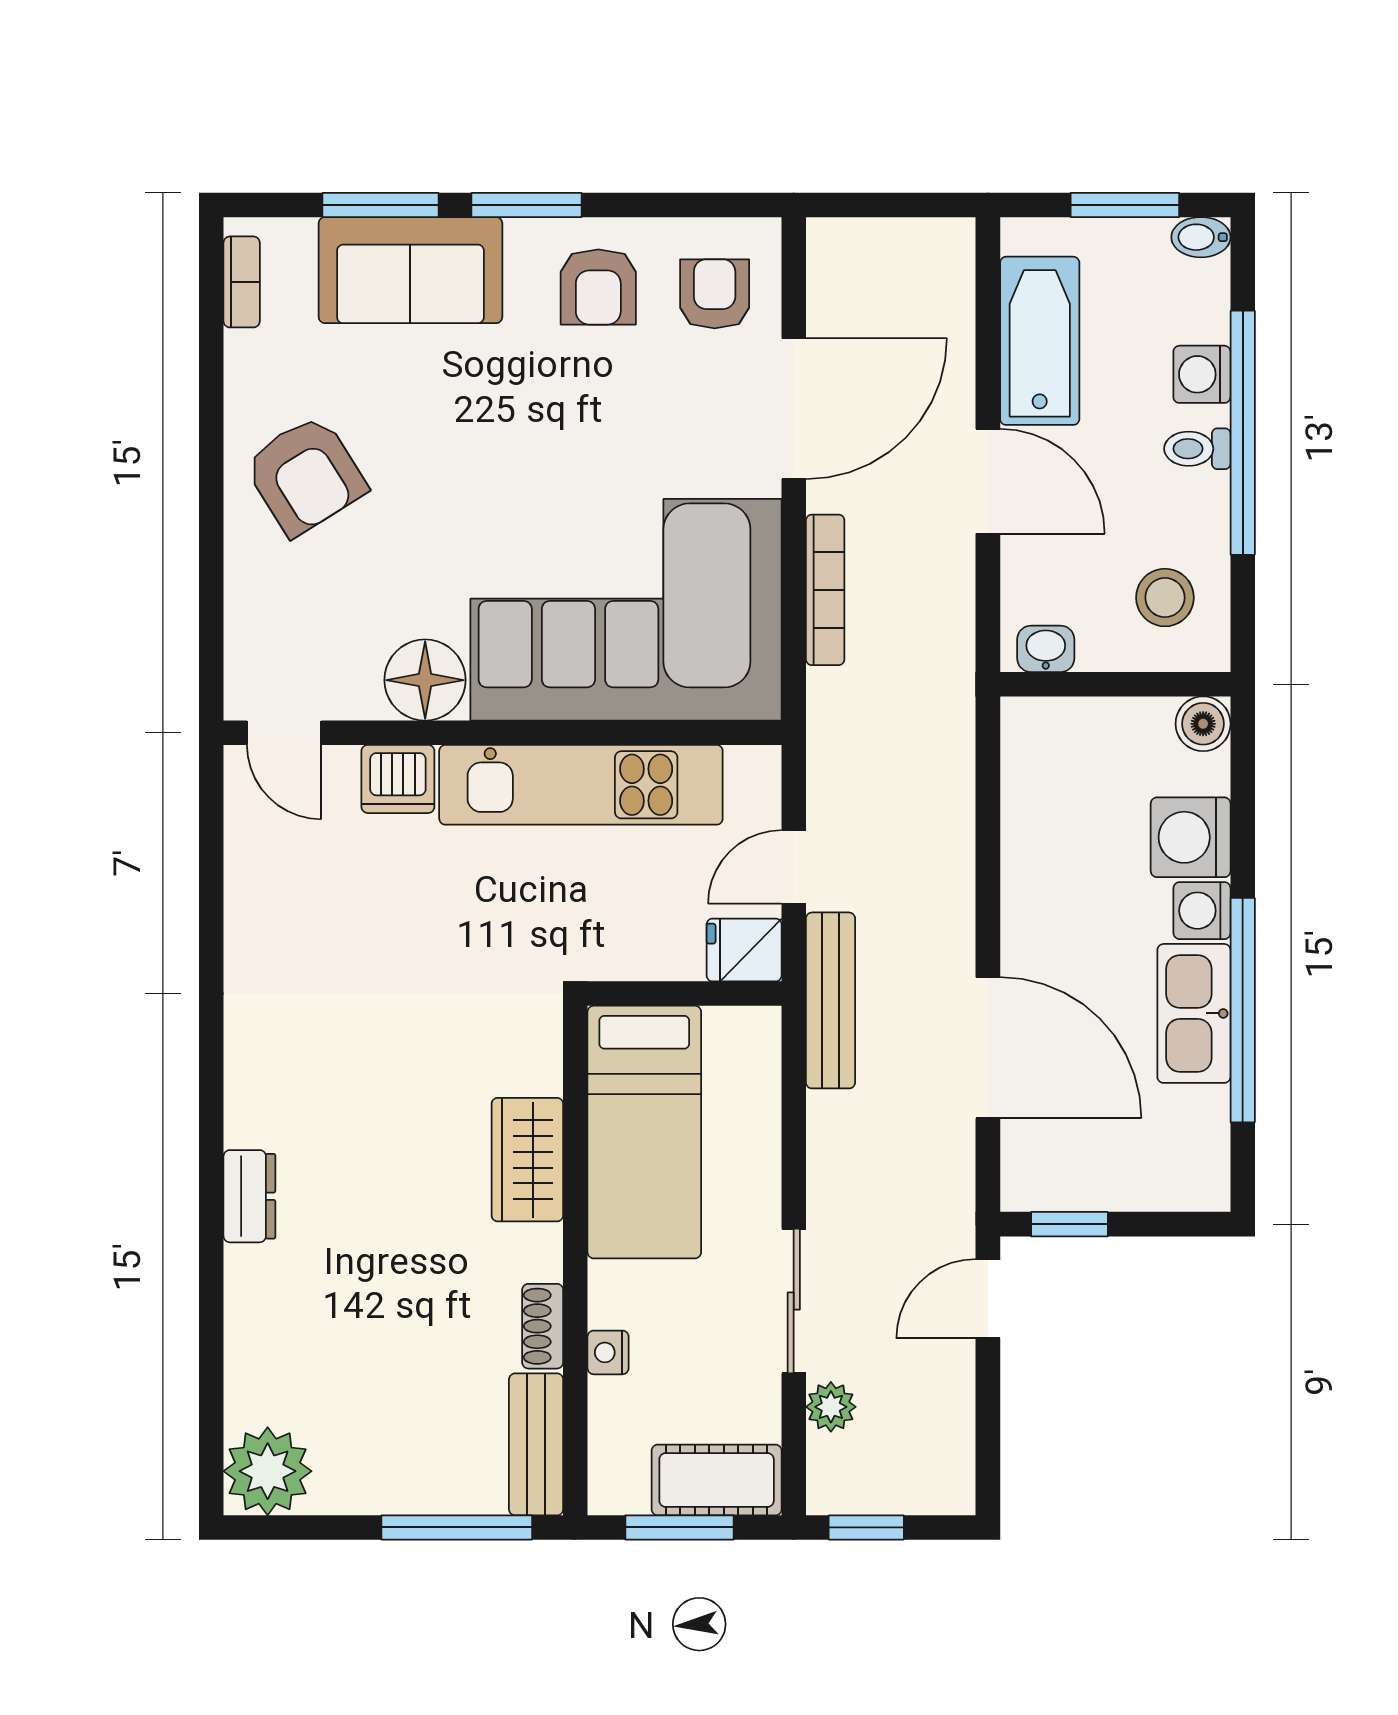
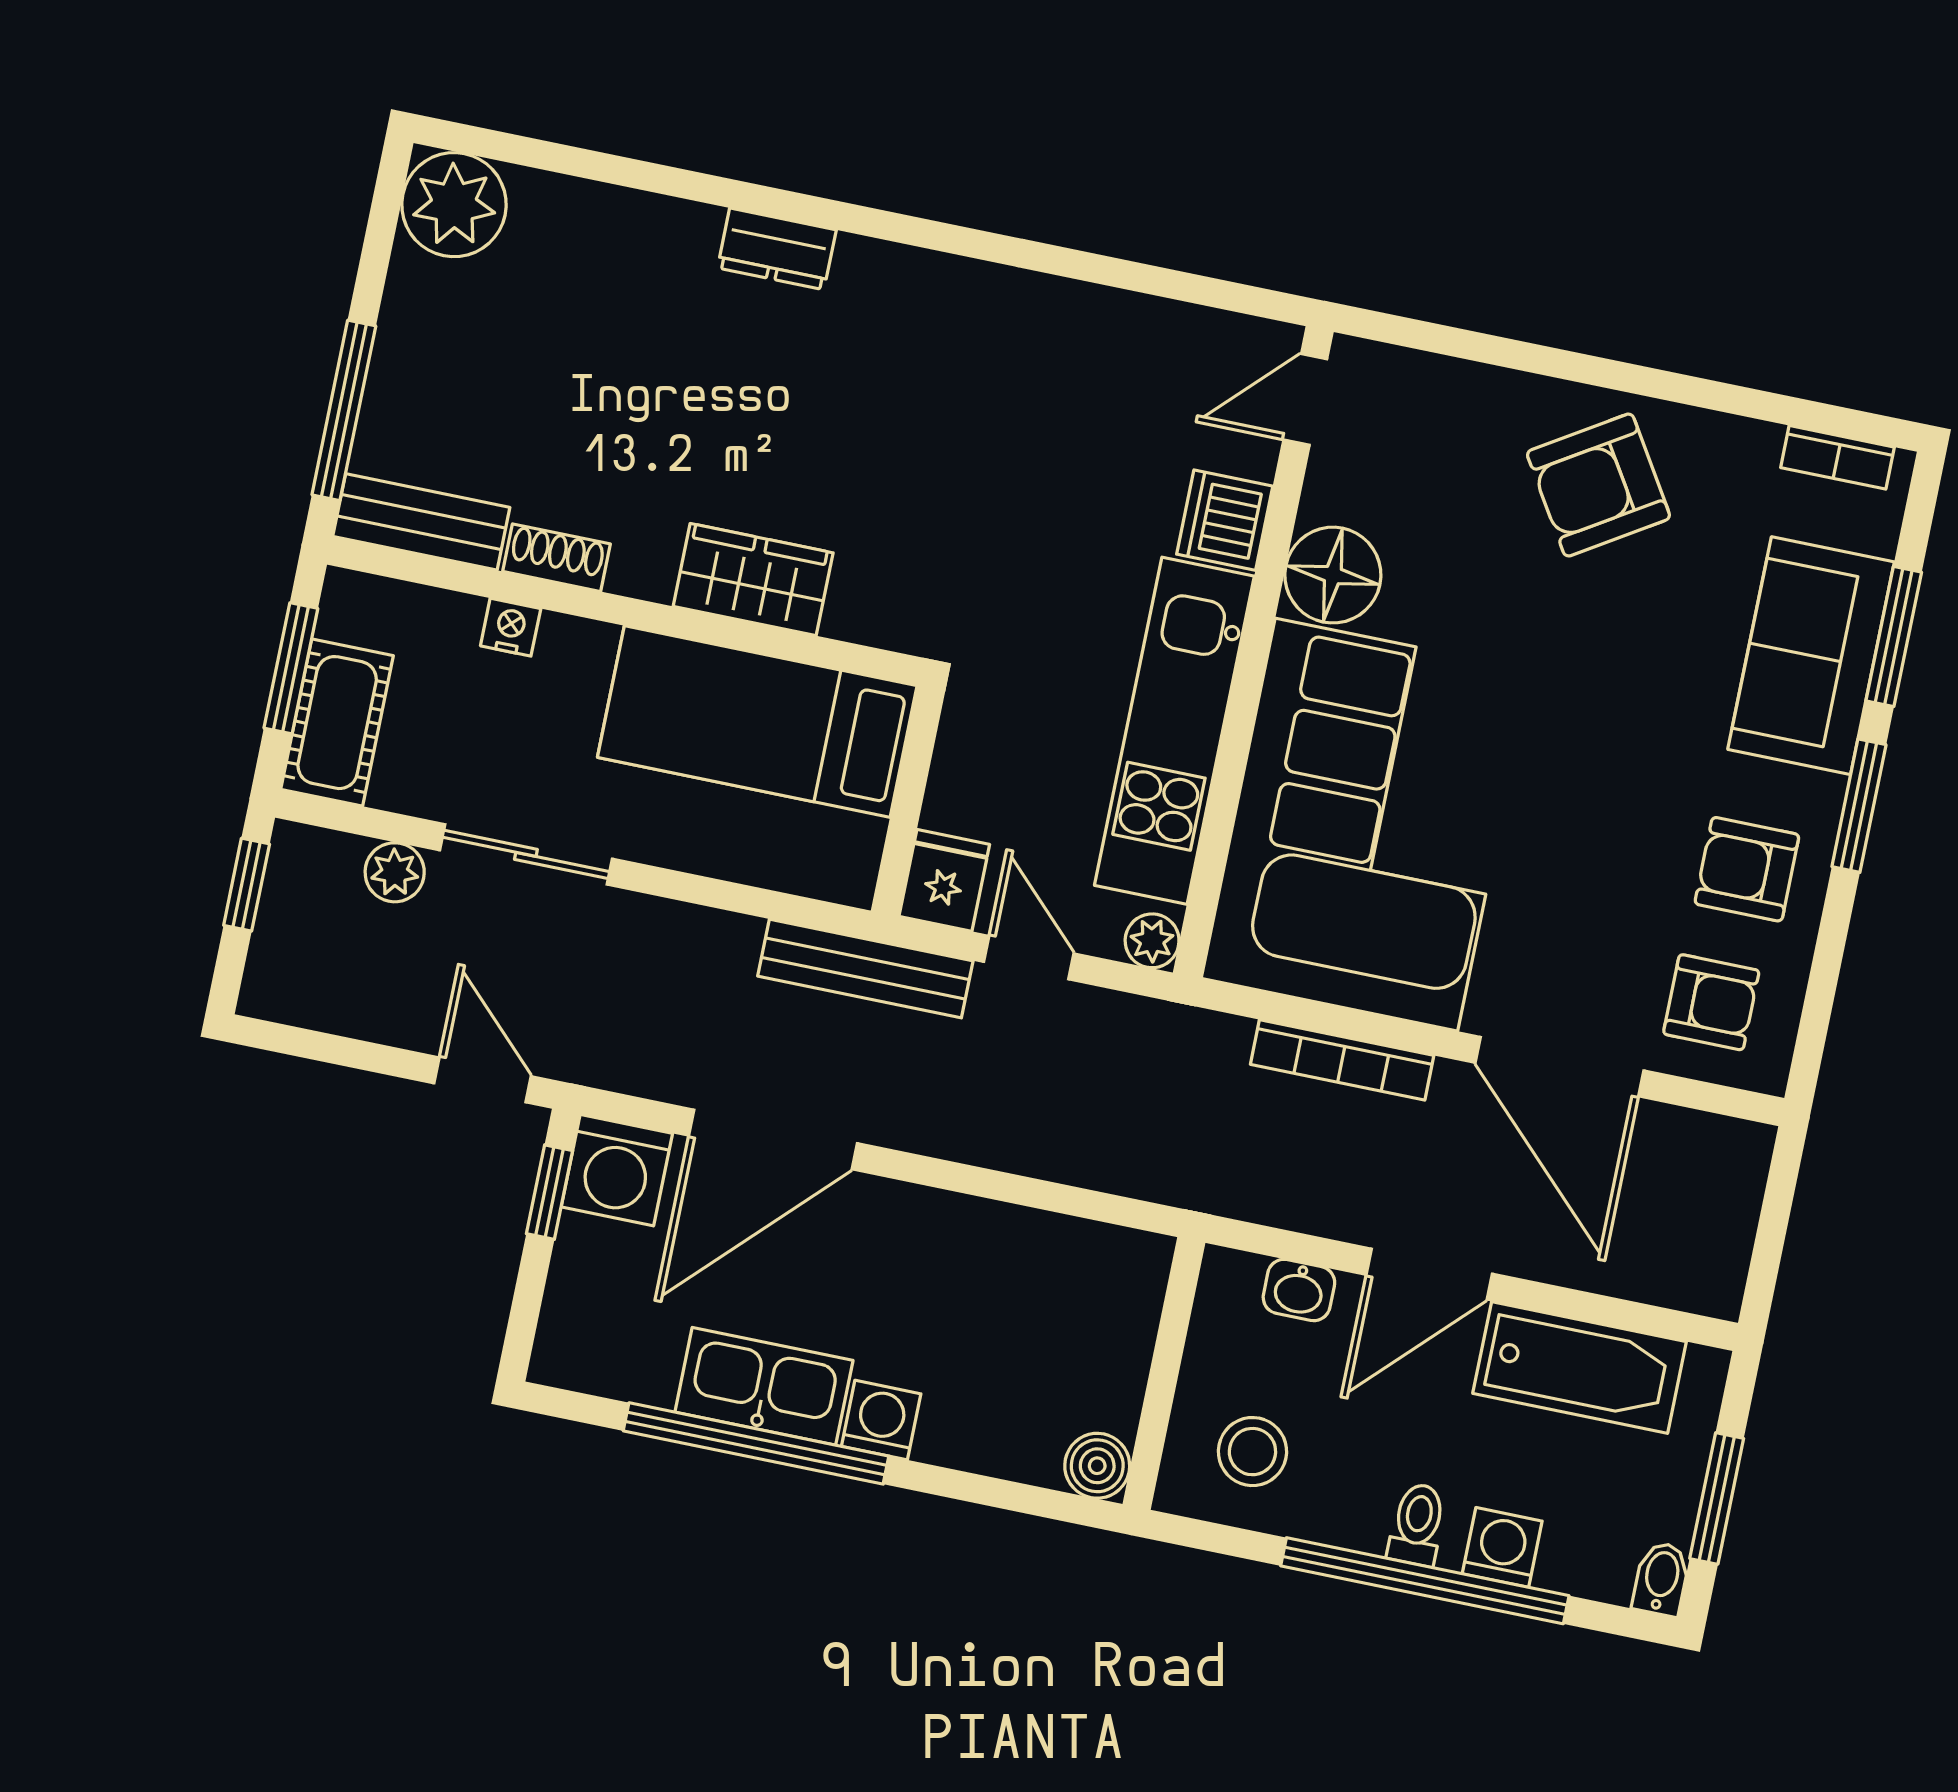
washbasin: (1046, 649) -> (1299, 1290), moved, turned 90
plant: (759, 768) -> (1152, 941), added
washing machine: (1191, 837) -> (617, 1170), moved, turned 180

